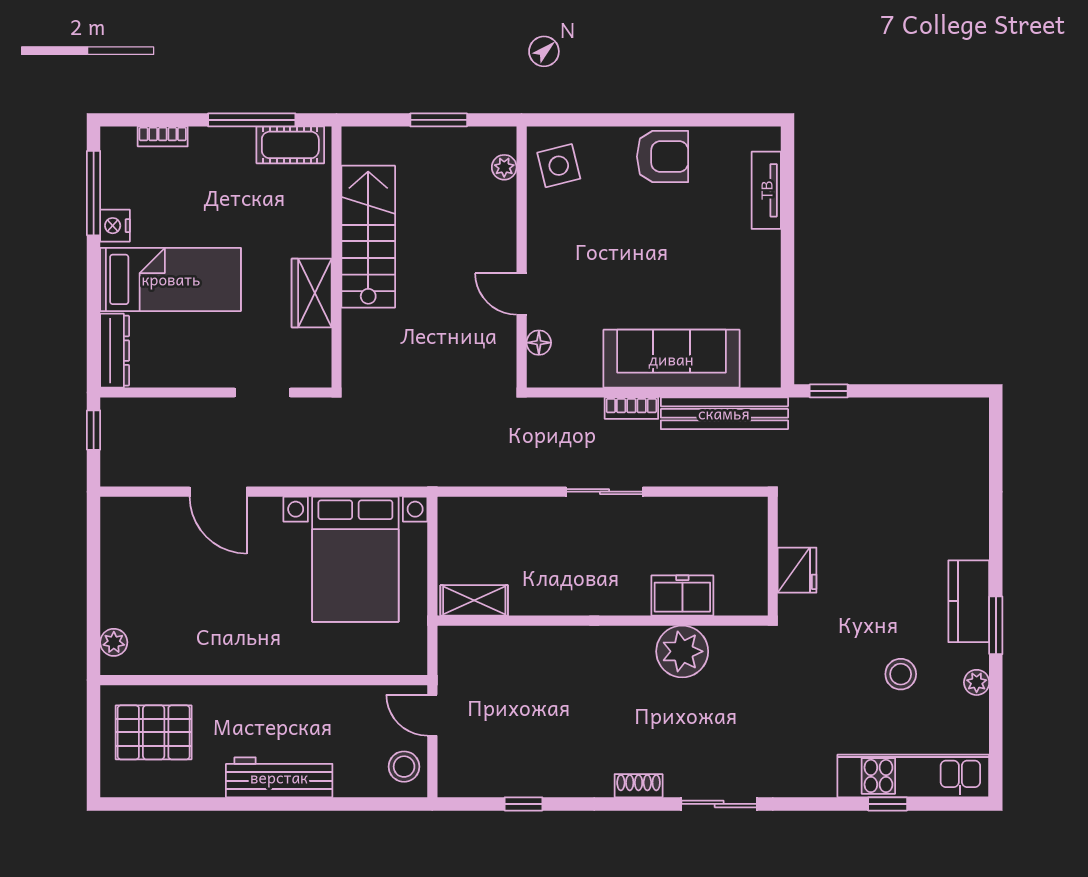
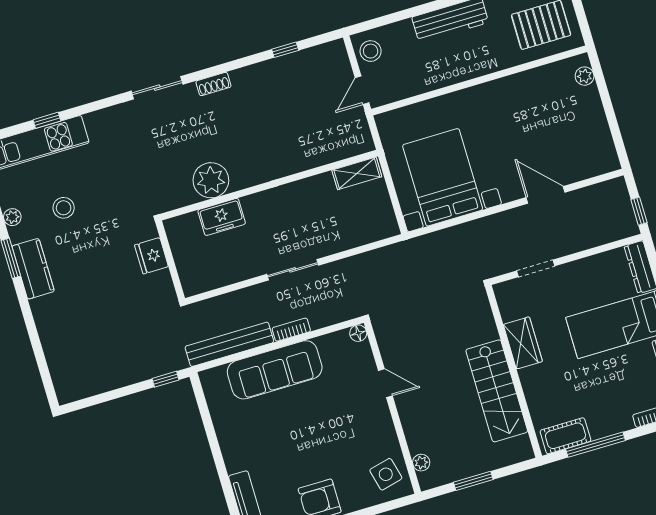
floor lamp: (539, 343) -> (358, 333), moved
door: (432, 715) -> (362, 90), swing flipped

